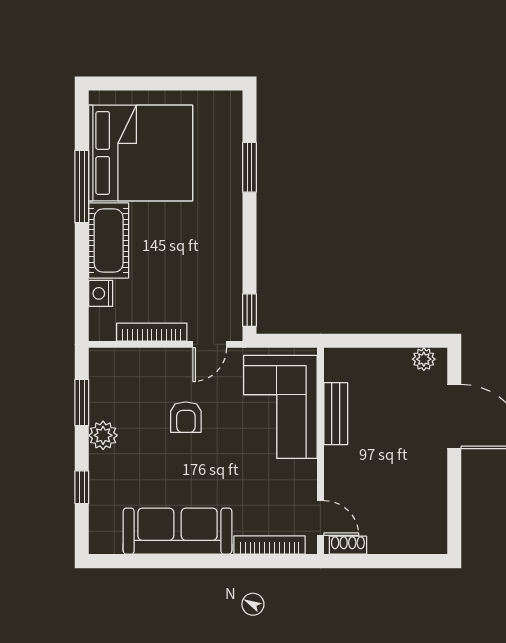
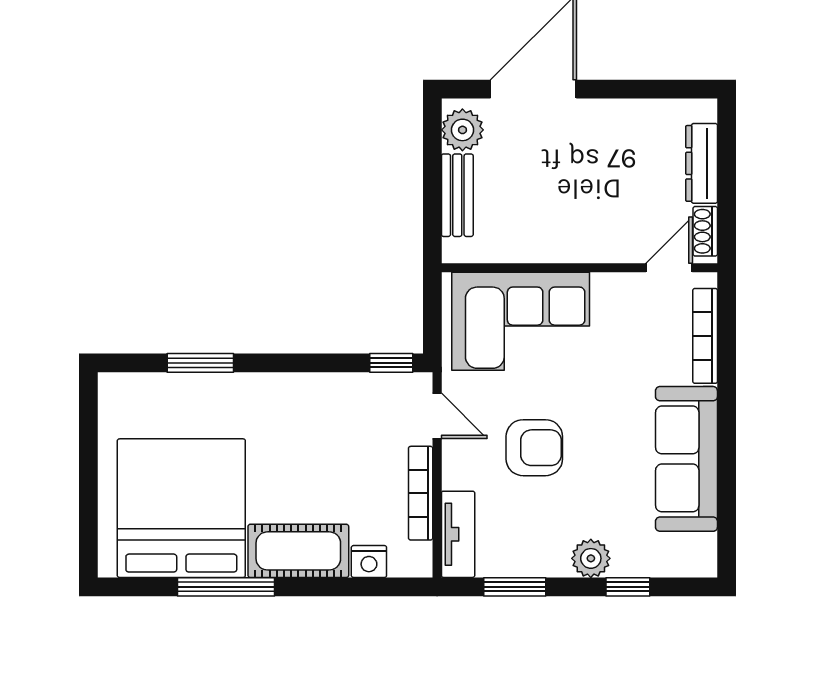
plant: (424, 359) -> (462, 130), width x1.38, depth x1.38
tv unit: (121, 360) -> (458, 534), added
bench: (336, 414) -> (457, 195), moved, turned 90
armchair: (186, 417) -> (534, 448), width x1.38, depth x1.38
plant: (103, 435) -> (591, 558), moved
dresser: (399, 542) -> (702, 163), added

